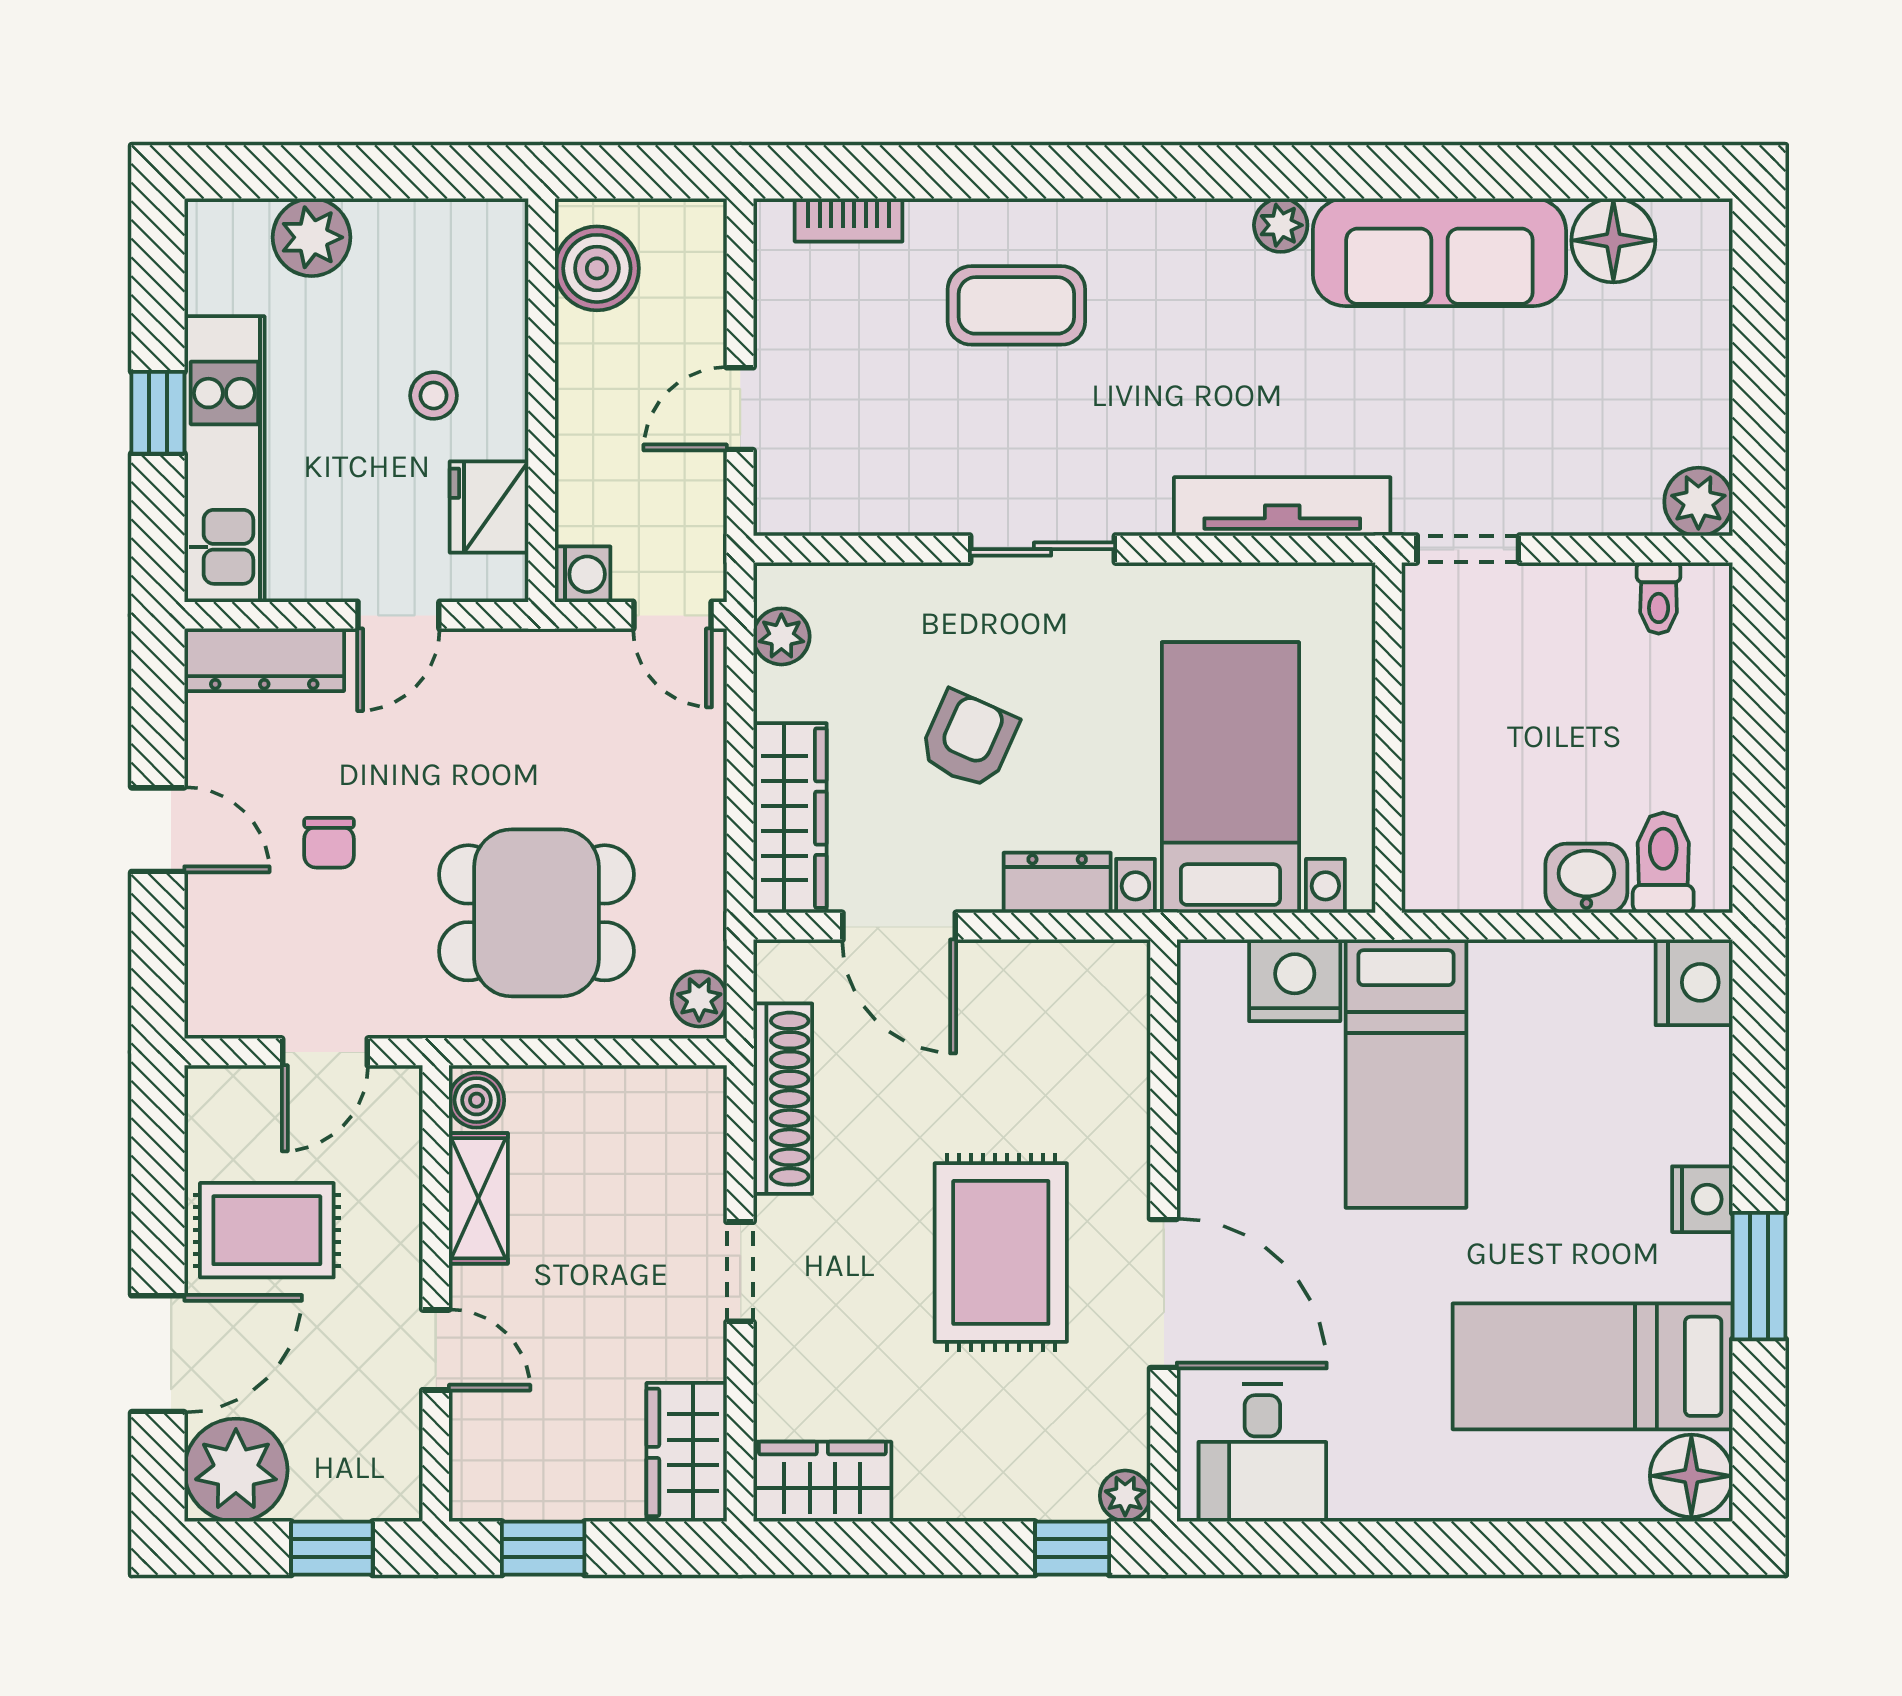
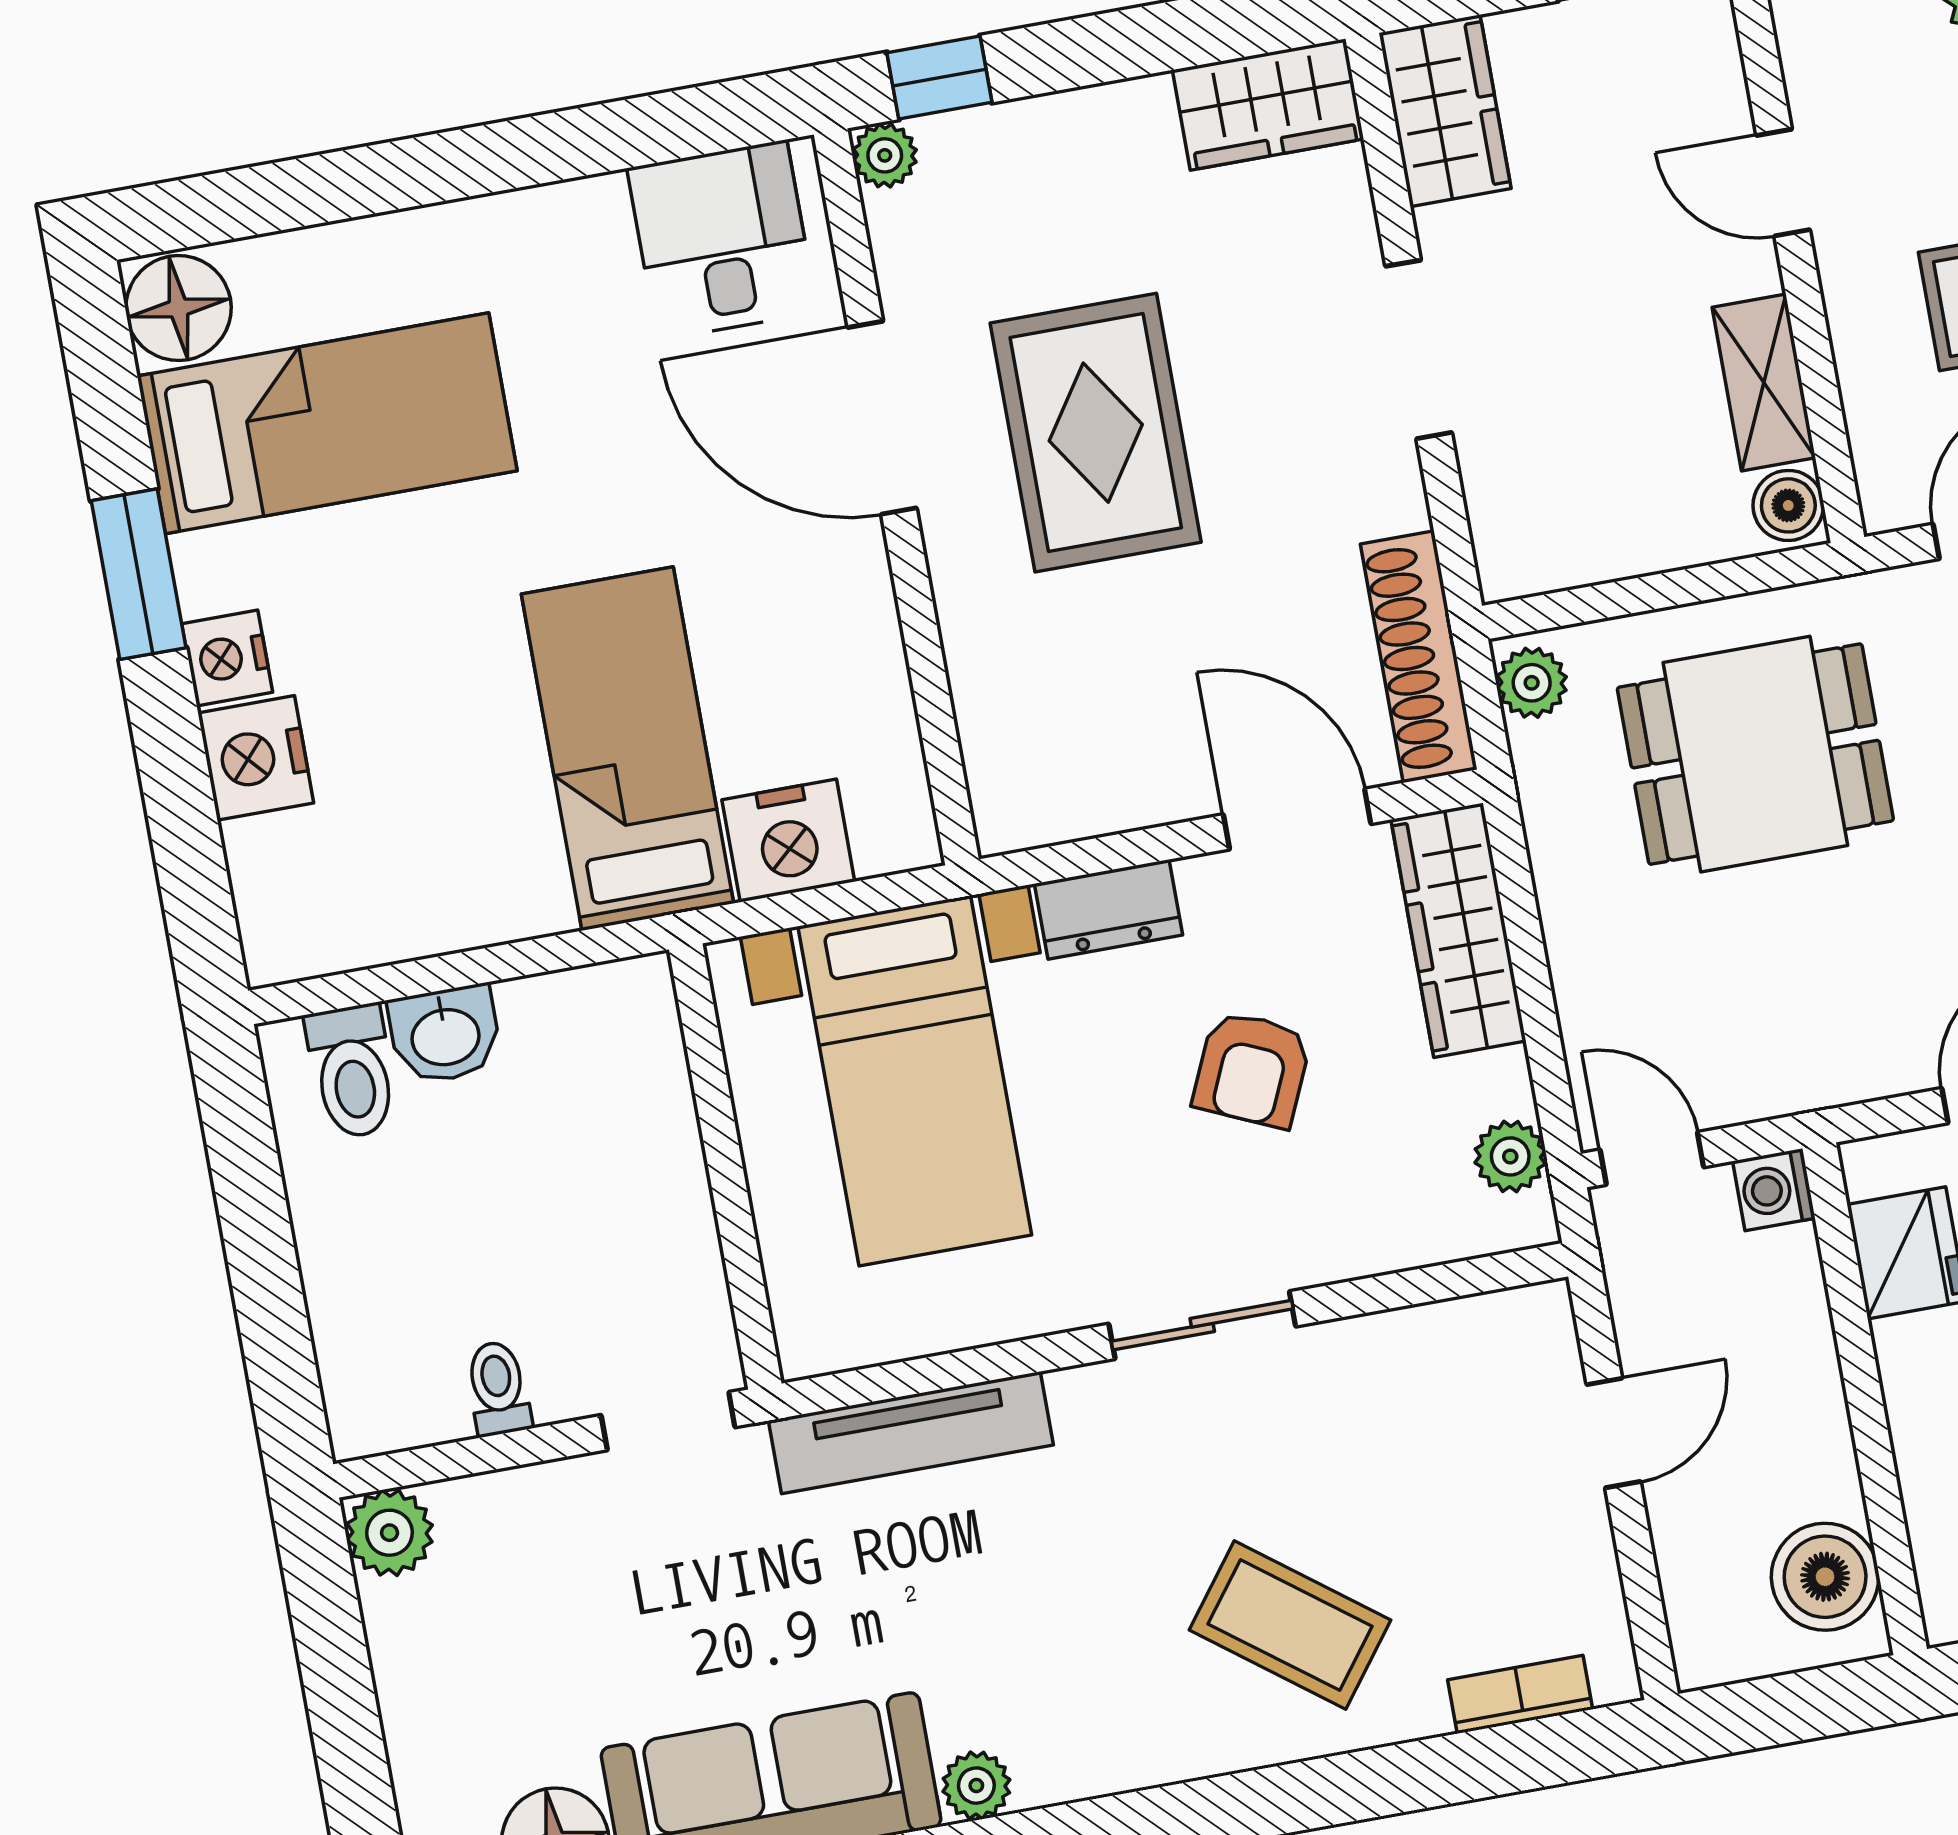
coffee table: (1016, 305) -> (1290, 1625), turned 37
toilet: (1659, 598) -> (498, 1388), moved
nightstand: (1694, 982) -> (256, 758), moved
shoe rack: (783, 1099) -> (1419, 657), moved
doorway: (740, 1272) -> (1419, 349), width x1.38

